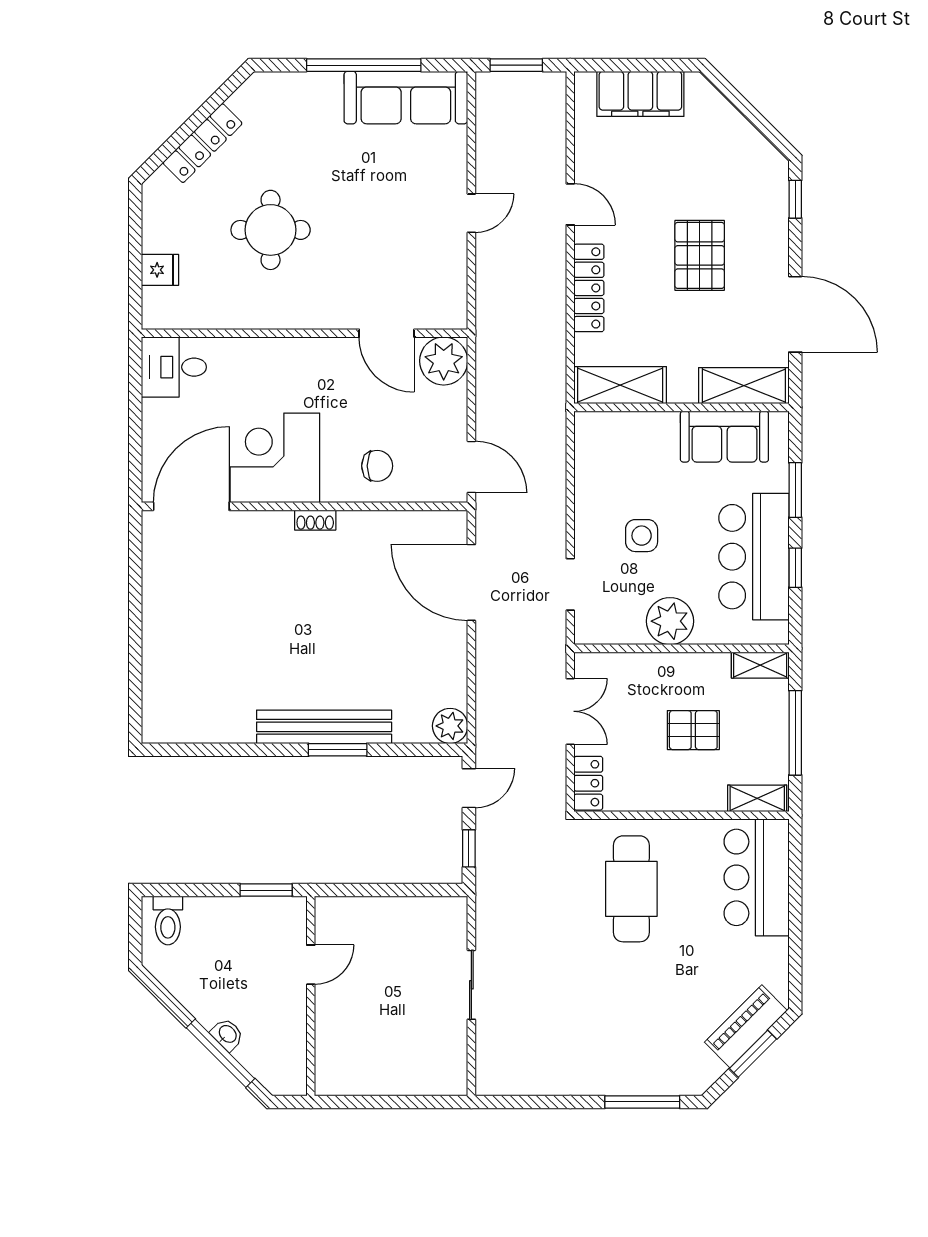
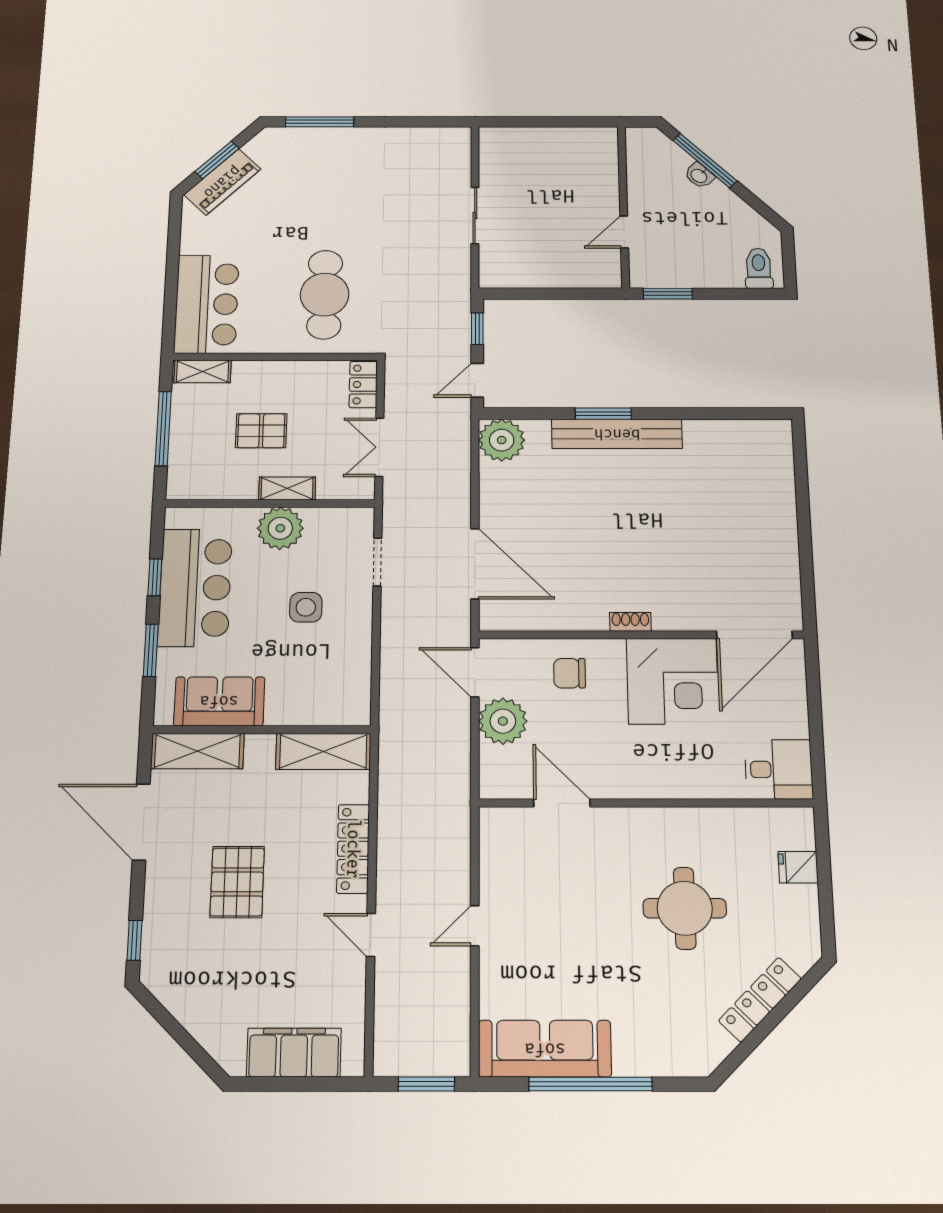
plant: (444, 361) -> (503, 721), moved
shelving: (760, 665) -> (287, 489), moved
plant: (450, 726) -> (502, 440), width x1.36, depth x1.36

